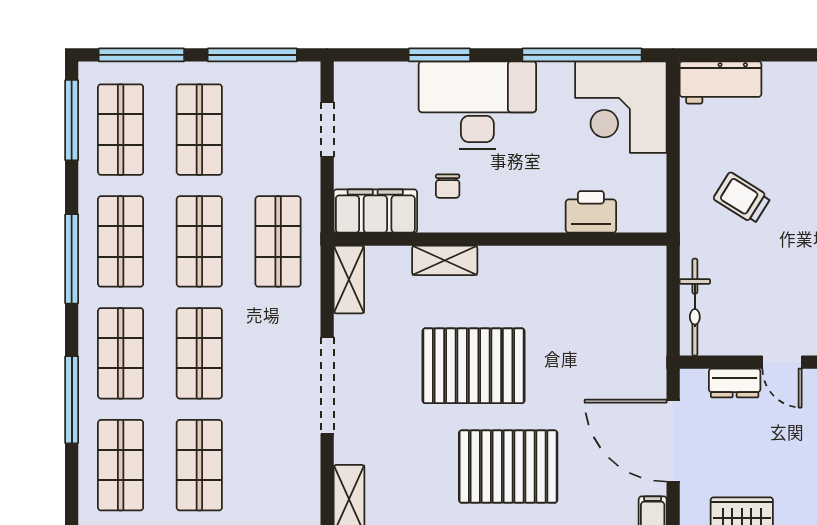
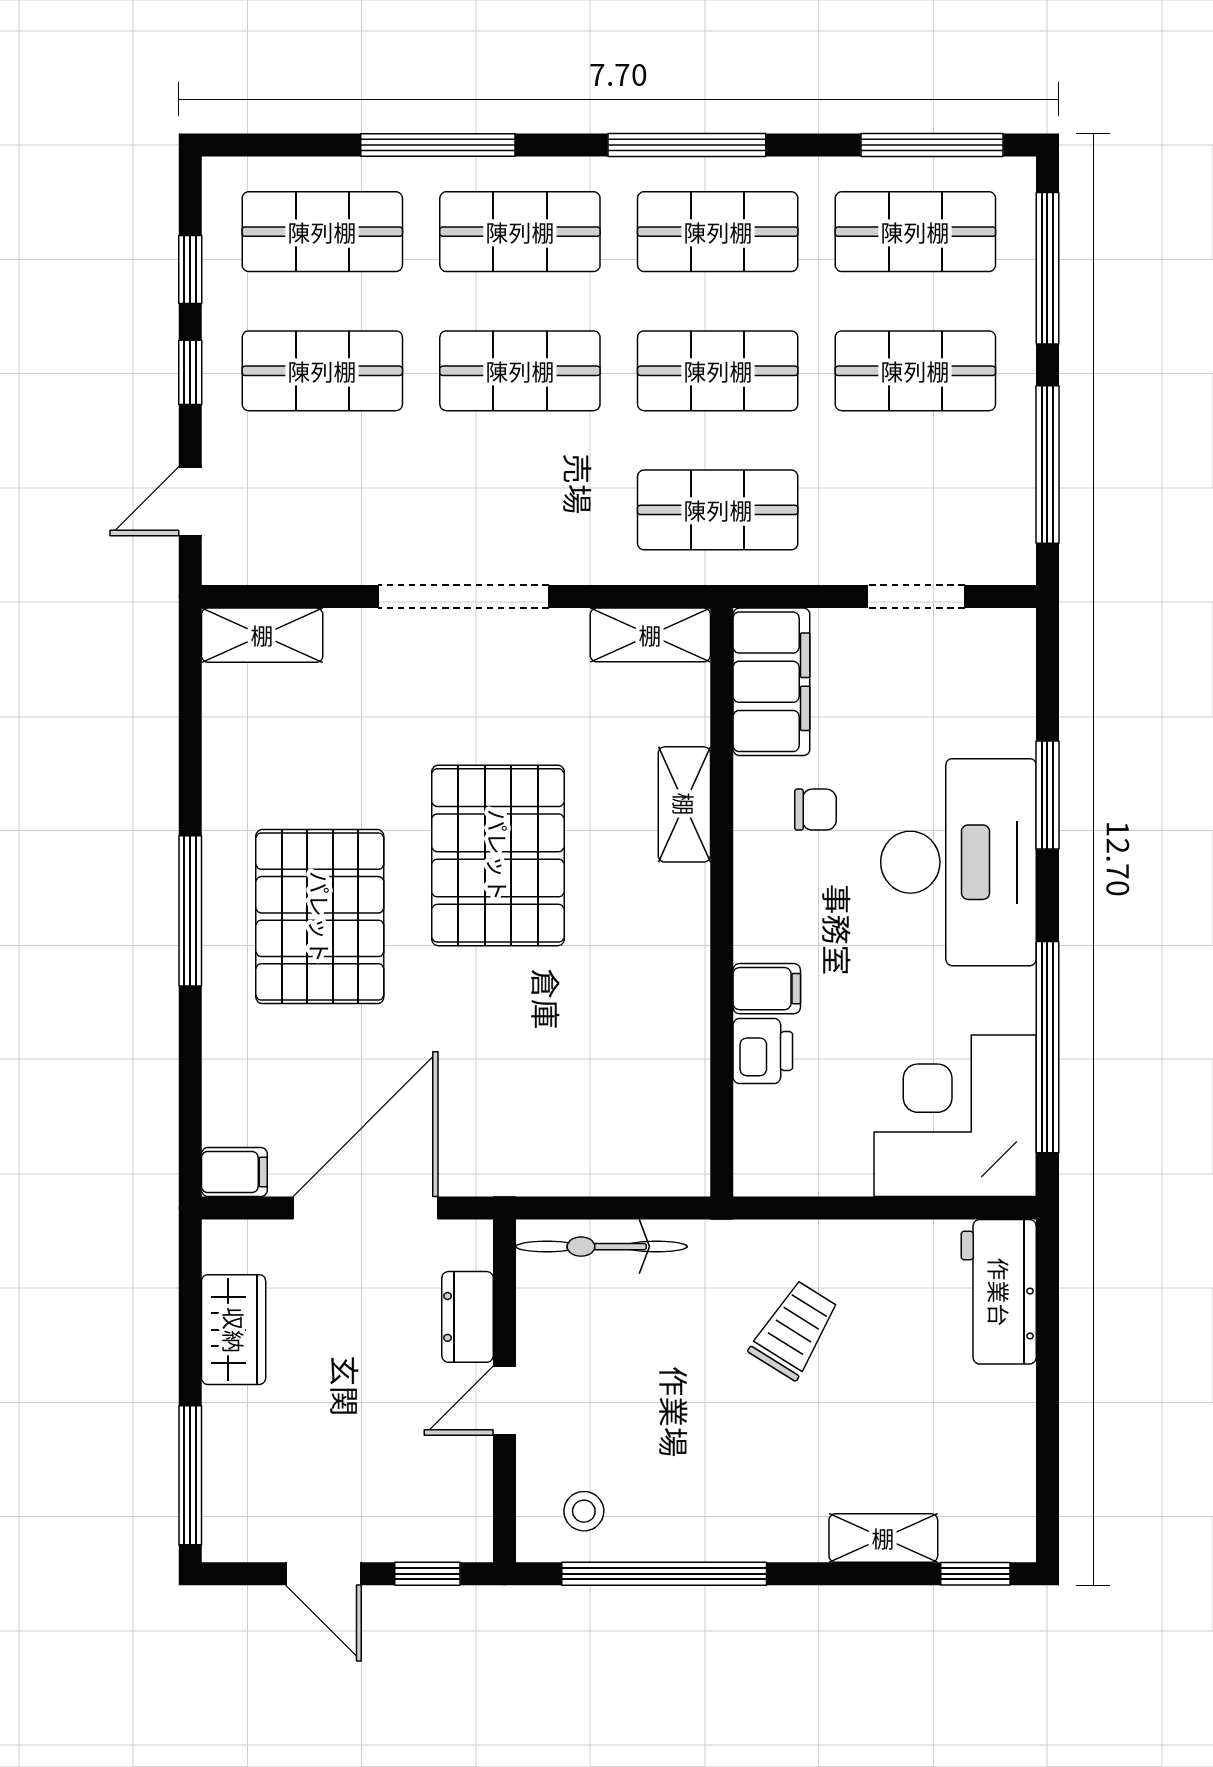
chair: (448, 186) -> (816, 810), turned 180
printer: (591, 212) -> (763, 1051), width x0.73, depth x0.81
filing cabinet: (549, 214) -> (767, 989), added

